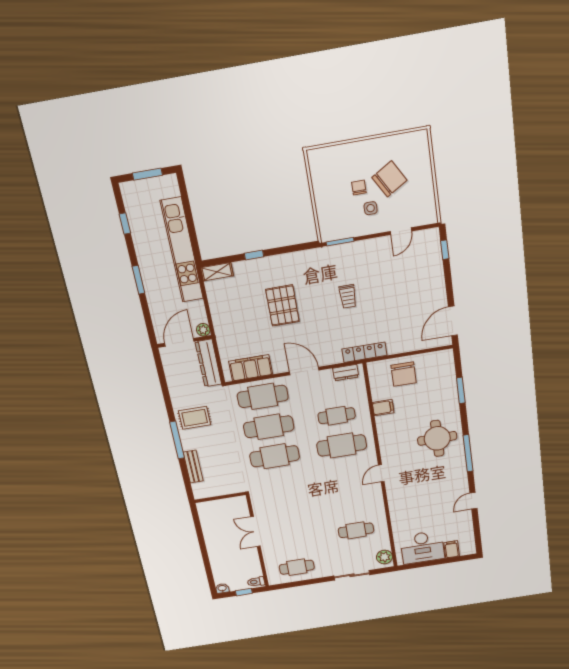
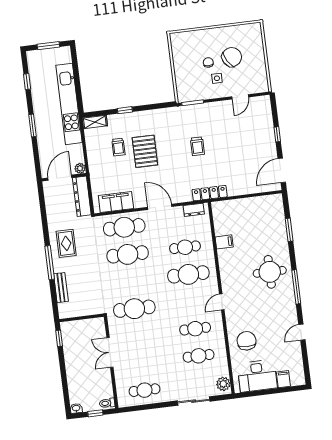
window: (445, 250) -> (277, 134), moved
trolley: (249, 302) -> (118, 147), added
chair: (404, 374) -> (247, 341), moved, turned 180
rug: (195, 418) -> (66, 243), turned 90
cafe table: (275, 456) -> (134, 309), moved
cafe table: (351, 503) -> (195, 329), added
window: (196, 520) -> (59, 338), added

